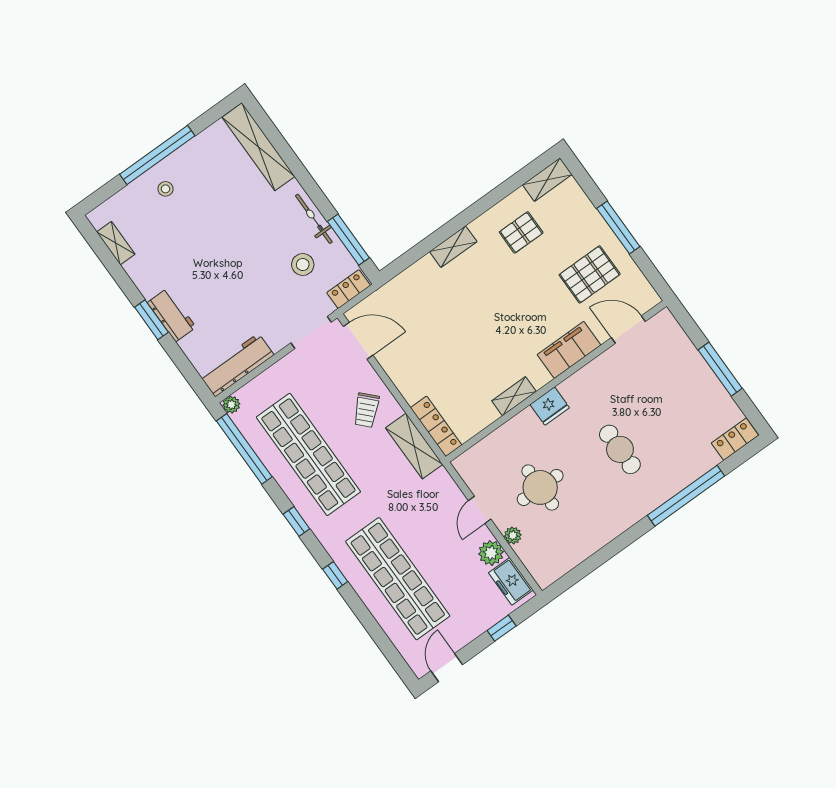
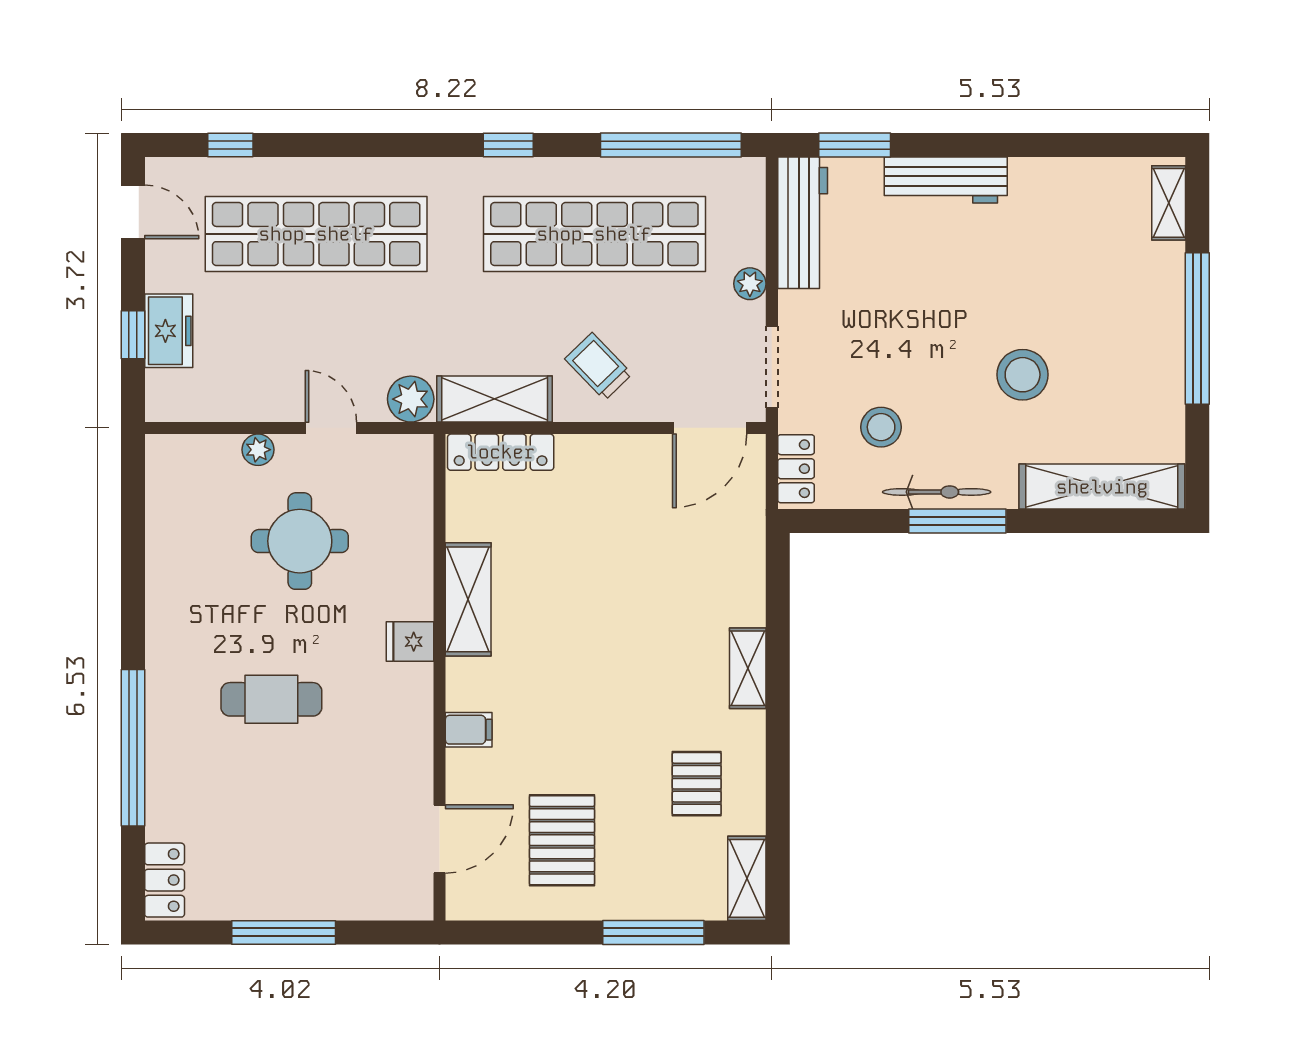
stool: (165, 189) -> (1023, 375), moved, width x1.89, depth x1.89
window: (618, 227) -> (653, 932), moved
window: (348, 240) -> (957, 521), moved
shelving: (116, 243) -> (1169, 203), moved, turned 90
workbench: (172, 315) -> (946, 180), width x1.38
window: (151, 320) -> (855, 145), moved
filing cabinet: (569, 350) -> (469, 730), width x0.33, depth x0.86
shelving: (514, 396) -> (468, 599), width x1.50, depth x1.33
plant: (231, 405) -> (750, 284), moved
fridge: (550, 406) -> (410, 642), width x0.72
plant: (491, 553) -> (411, 399), moved
window: (335, 575) -> (230, 145), moved
freezer: (511, 581) -> (169, 331), moved, turned 90

